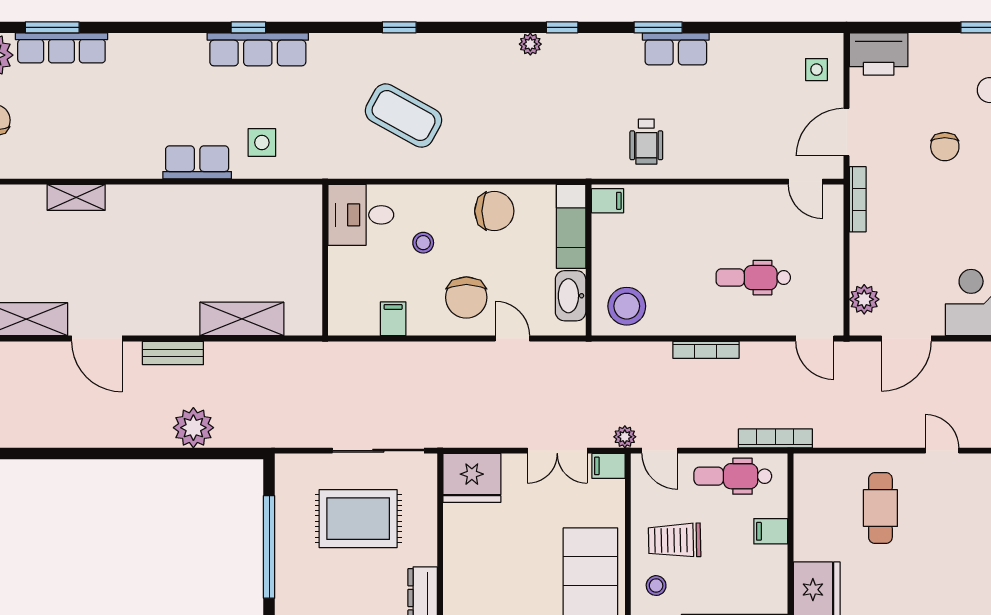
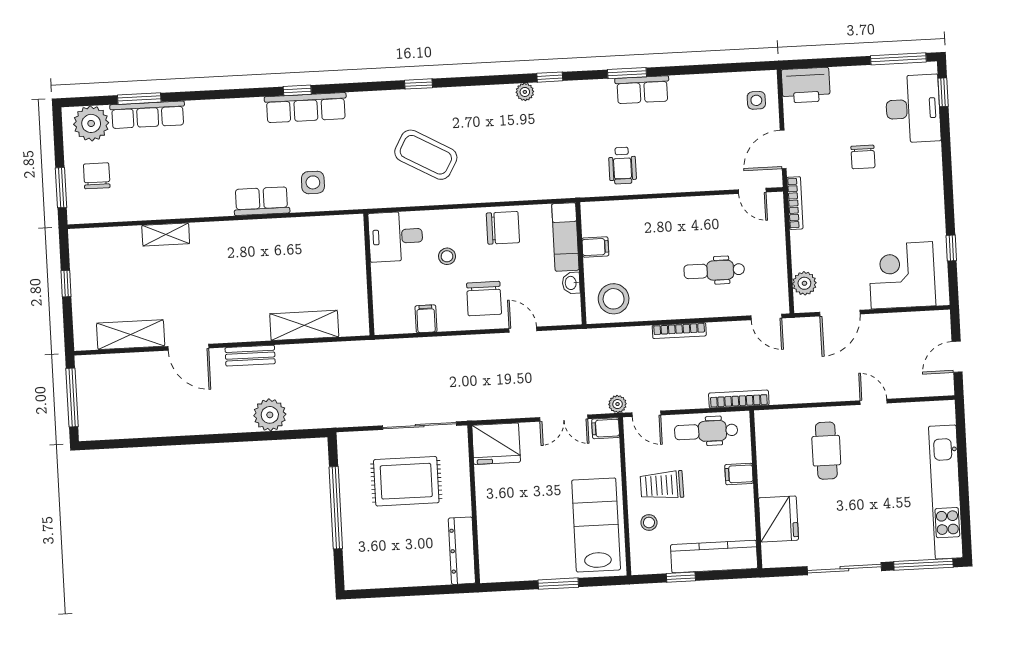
filing cabinet: (608, 201) -> (595, 247), moved
washbasin: (571, 296) -> (571, 283), width x0.52, depth x0.69

